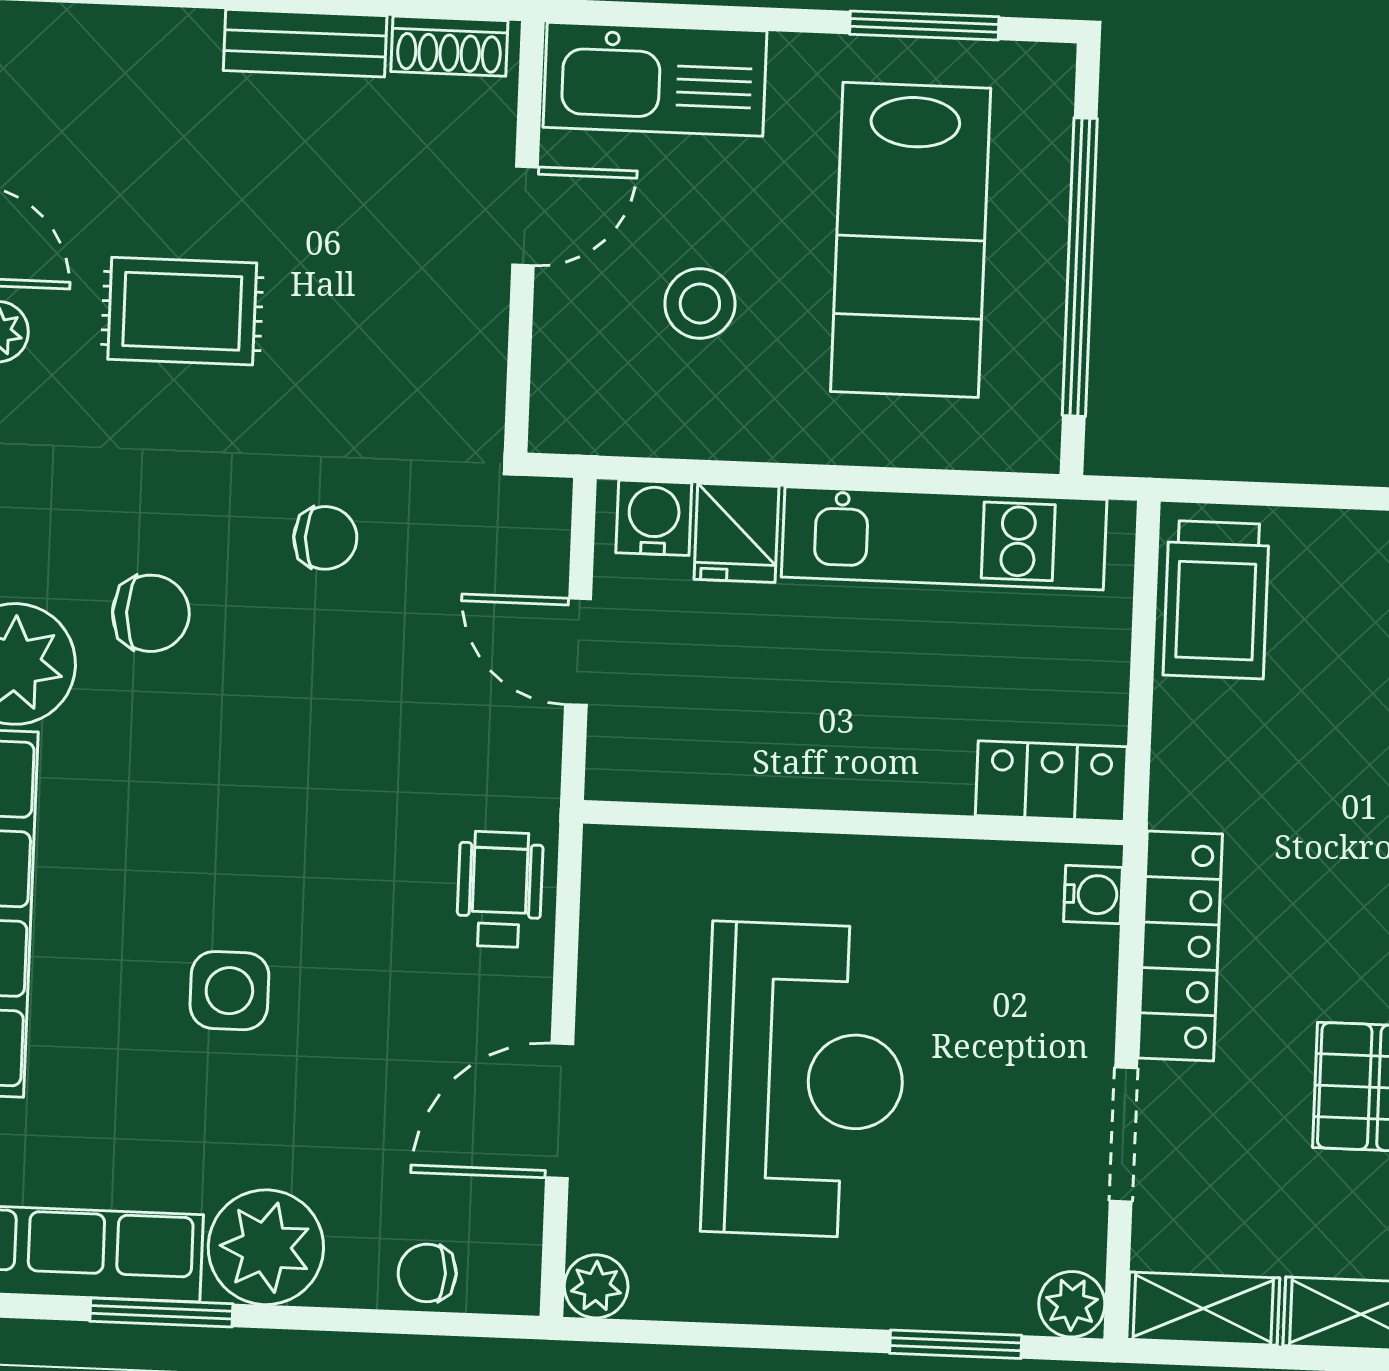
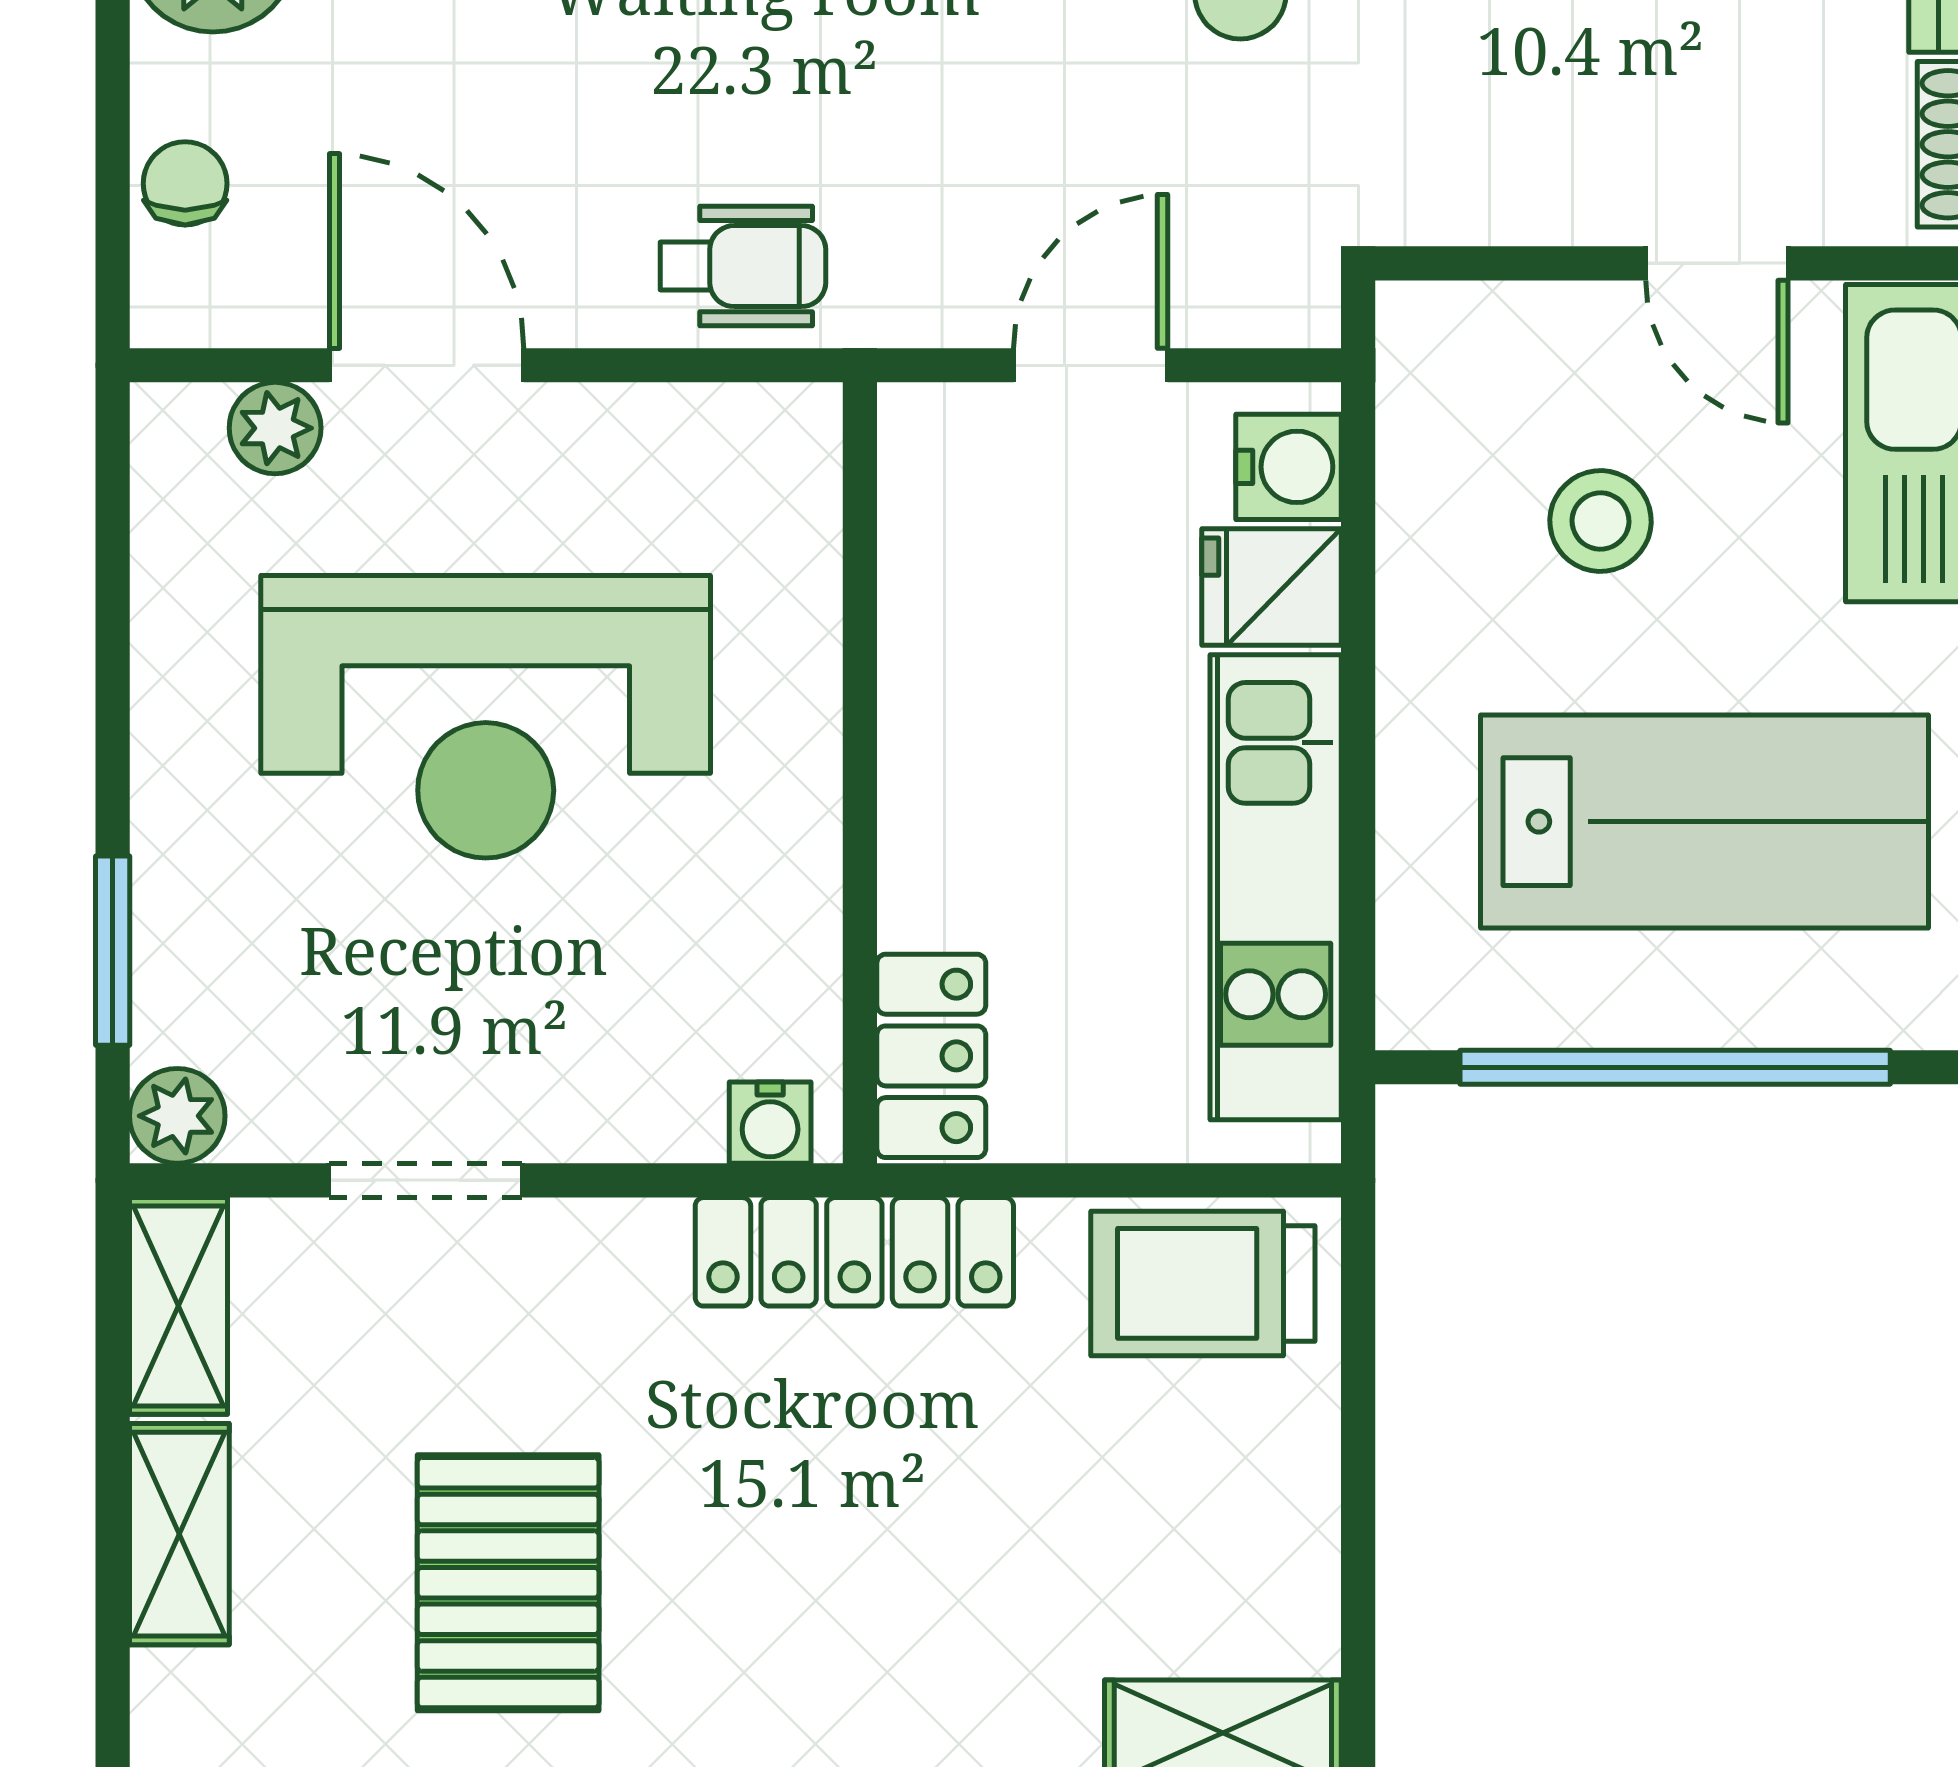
lab bench: (911, 240) -> (1705, 822), turned 180
locker: (1180, 946) -> (854, 1252), moved
plant: (596, 1286) -> (275, 428), moved

